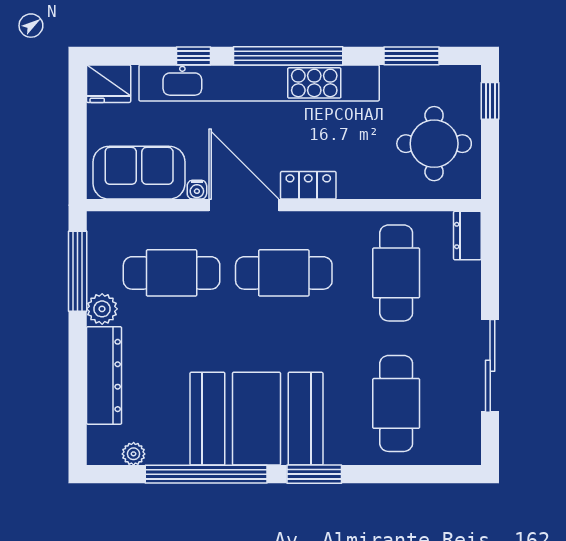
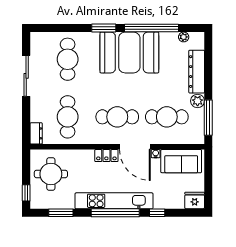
kitchen unit: (259, 83) -> (114, 201), width x0.73

